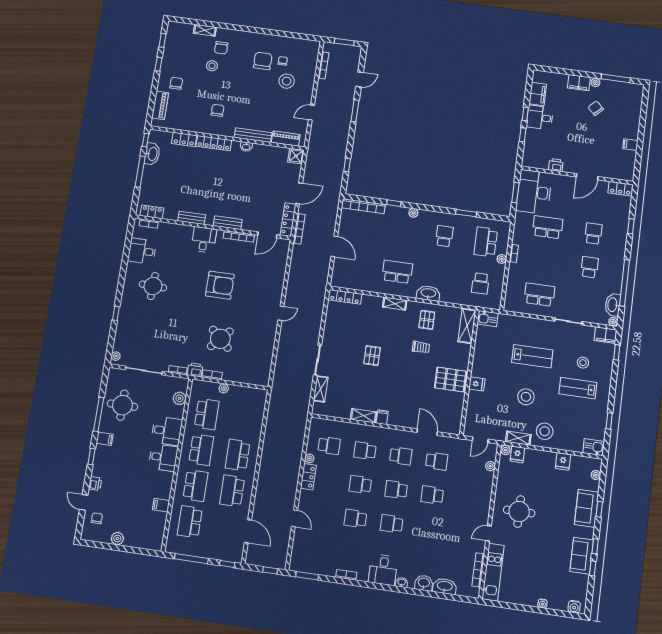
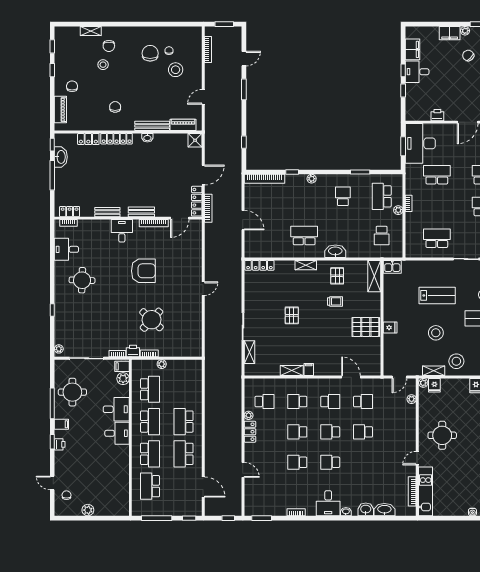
printer: (95, 484) -> (60, 444), moved
filing cabinet: (161, 505) -> (122, 366), moved

